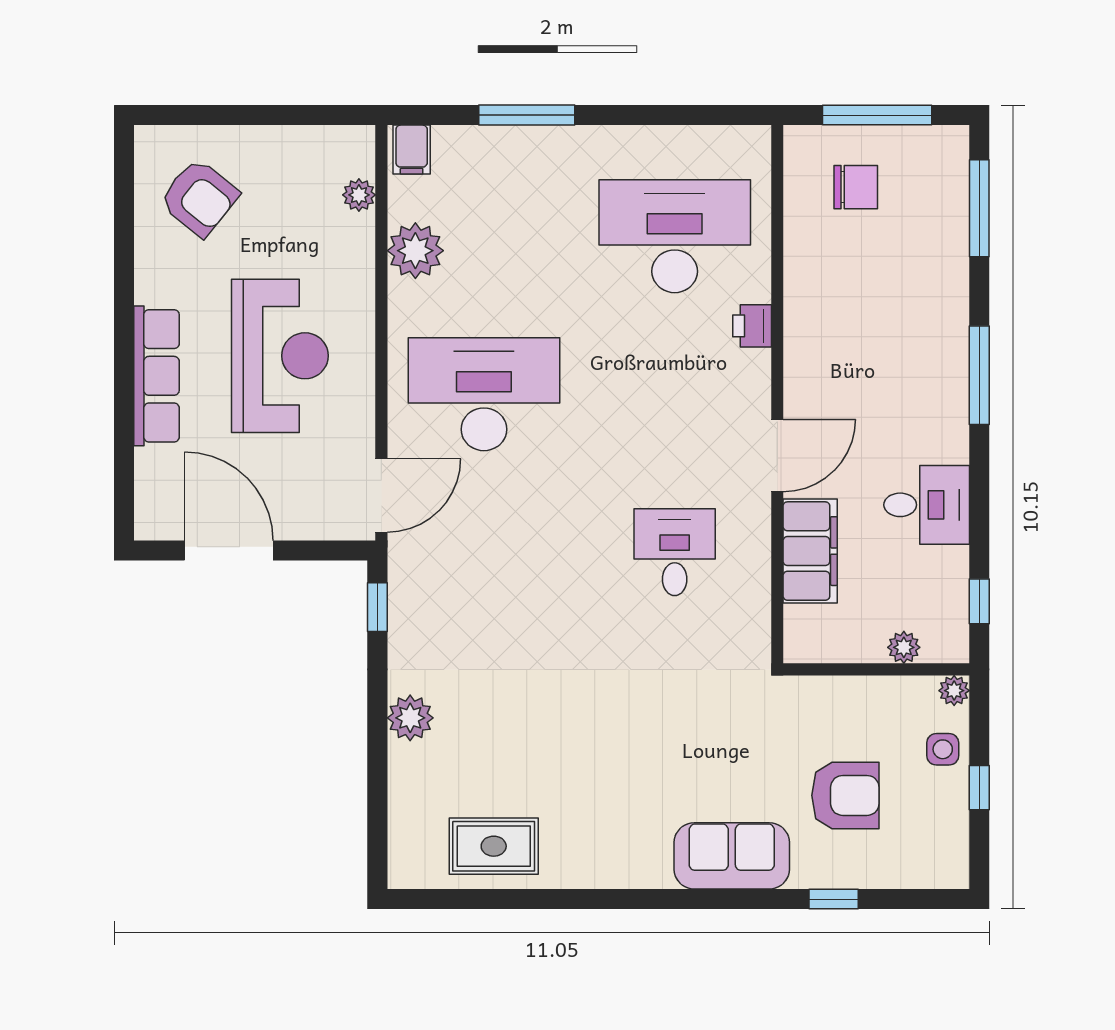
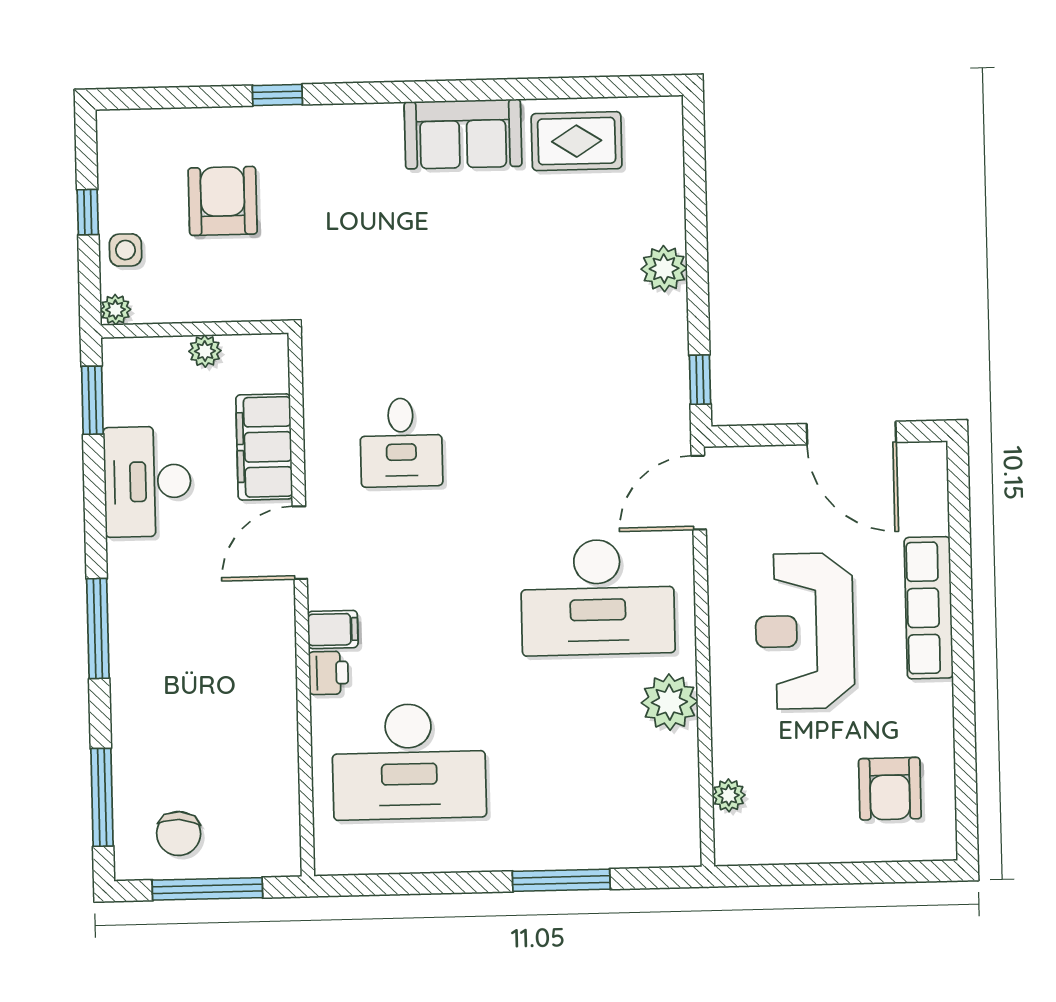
filing cabinet: (412, 150) -> (333, 629), moved, turned 90
chair: (856, 187) -> (179, 834), moved, turned -86
armchair: (199, 198) -> (890, 789), turned -129
plant: (415, 251) -> (669, 702), moved
desk: (927, 505) -> (147, 482), width x1.37
window: (979, 601) -> (92, 400), width x1.50
plant: (904, 647) -> (205, 351), moved
armchair: (845, 795) -> (223, 201), turned 90
sofa: (732, 856) -> (463, 134), moved
window: (834, 899) -> (277, 95), moved

